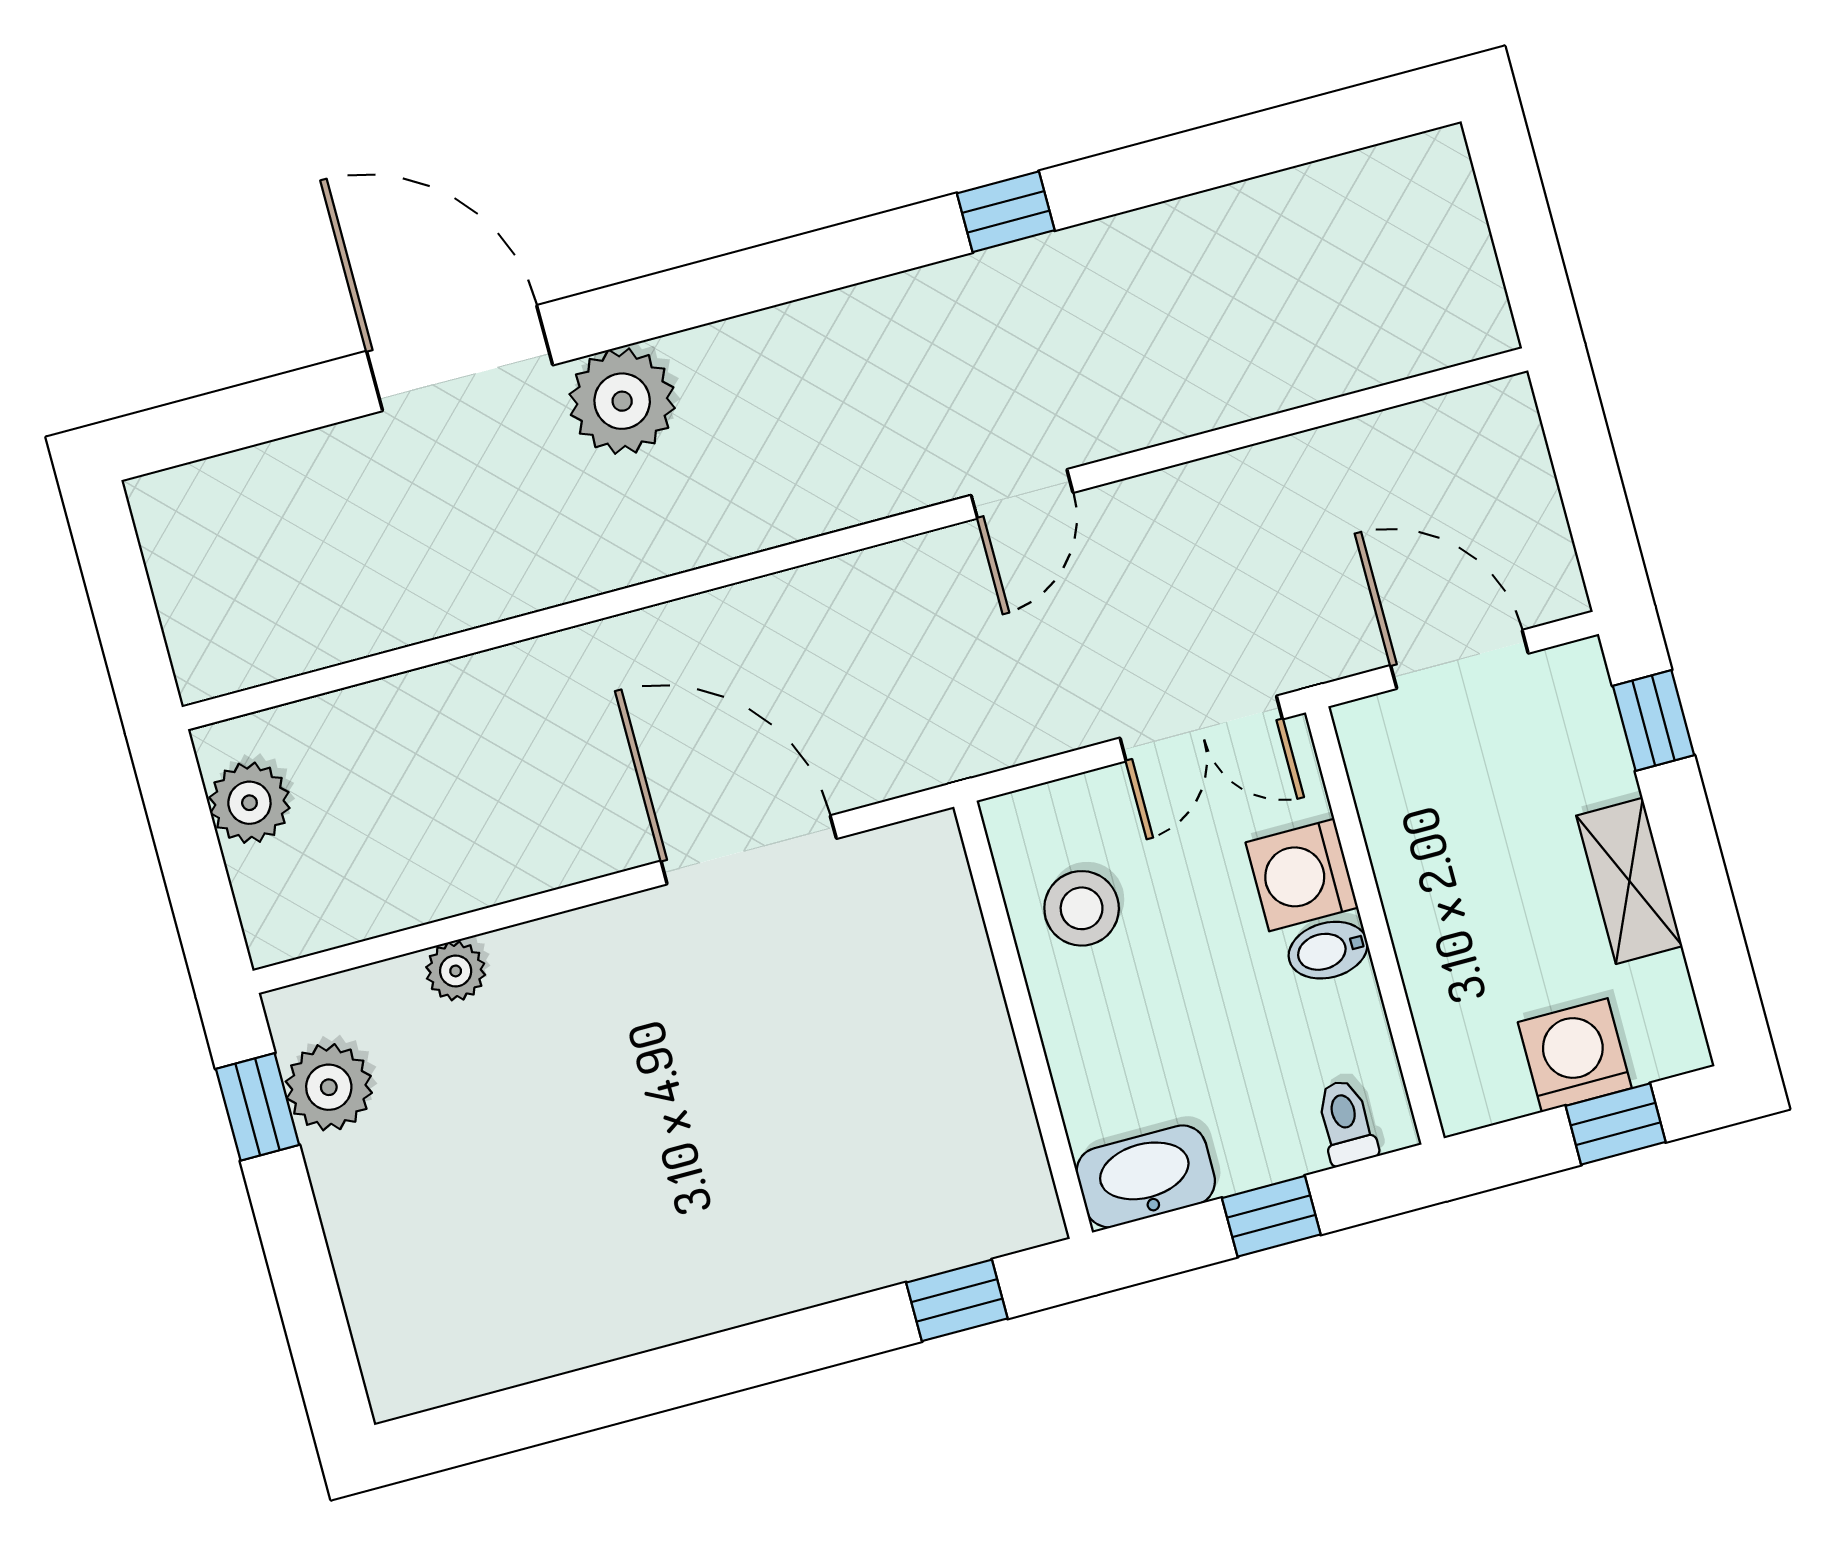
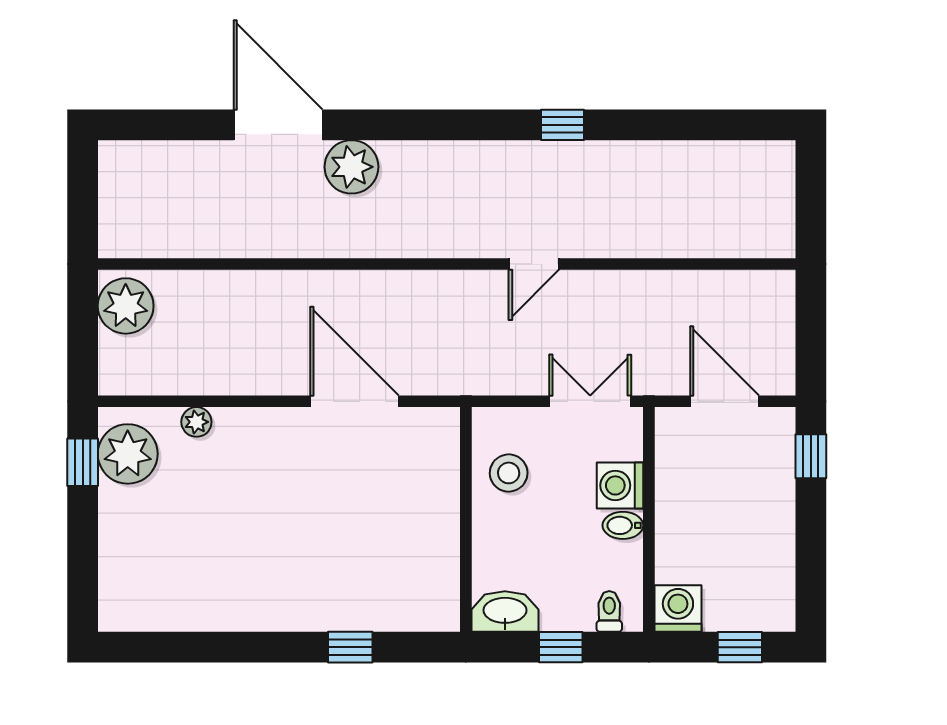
double door: (1201, 729) -> (590, 401), swing flipped
plant: (249, 803) -> (126, 306), width x1.36, depth x1.36
shelving: (1629, 881) -> (778, 531), removed
washing machine: (1575, 1055) -> (678, 609), moved
plant: (329, 1087) -> (128, 454), width x1.36, depth x1.36
window: (957, 1300) -> (350, 647), moved

